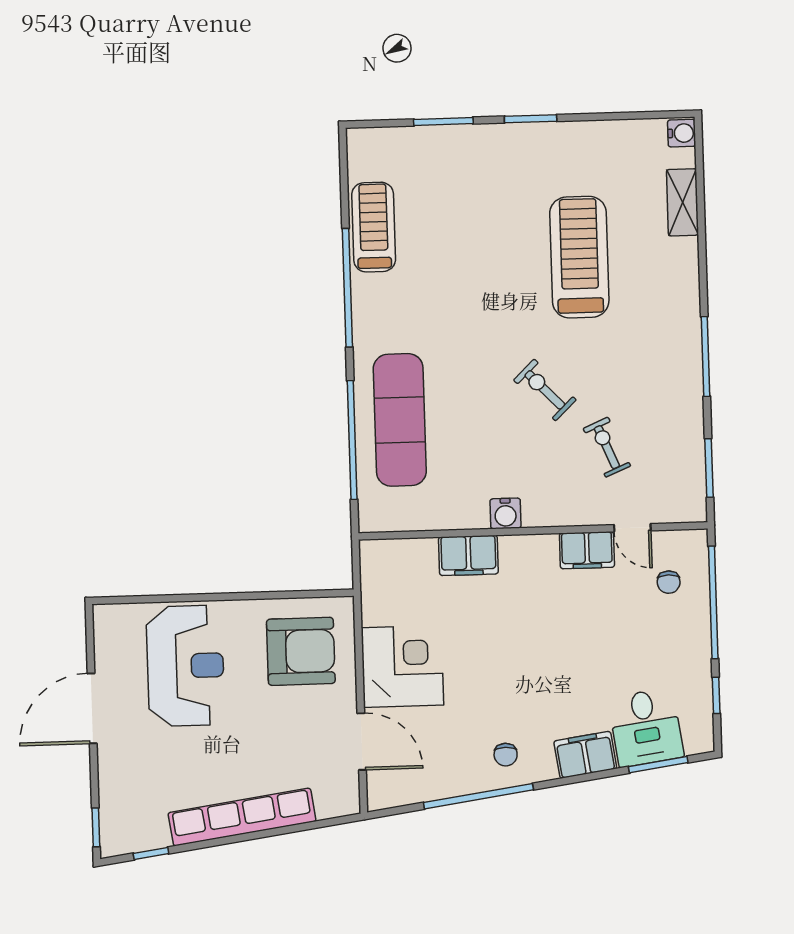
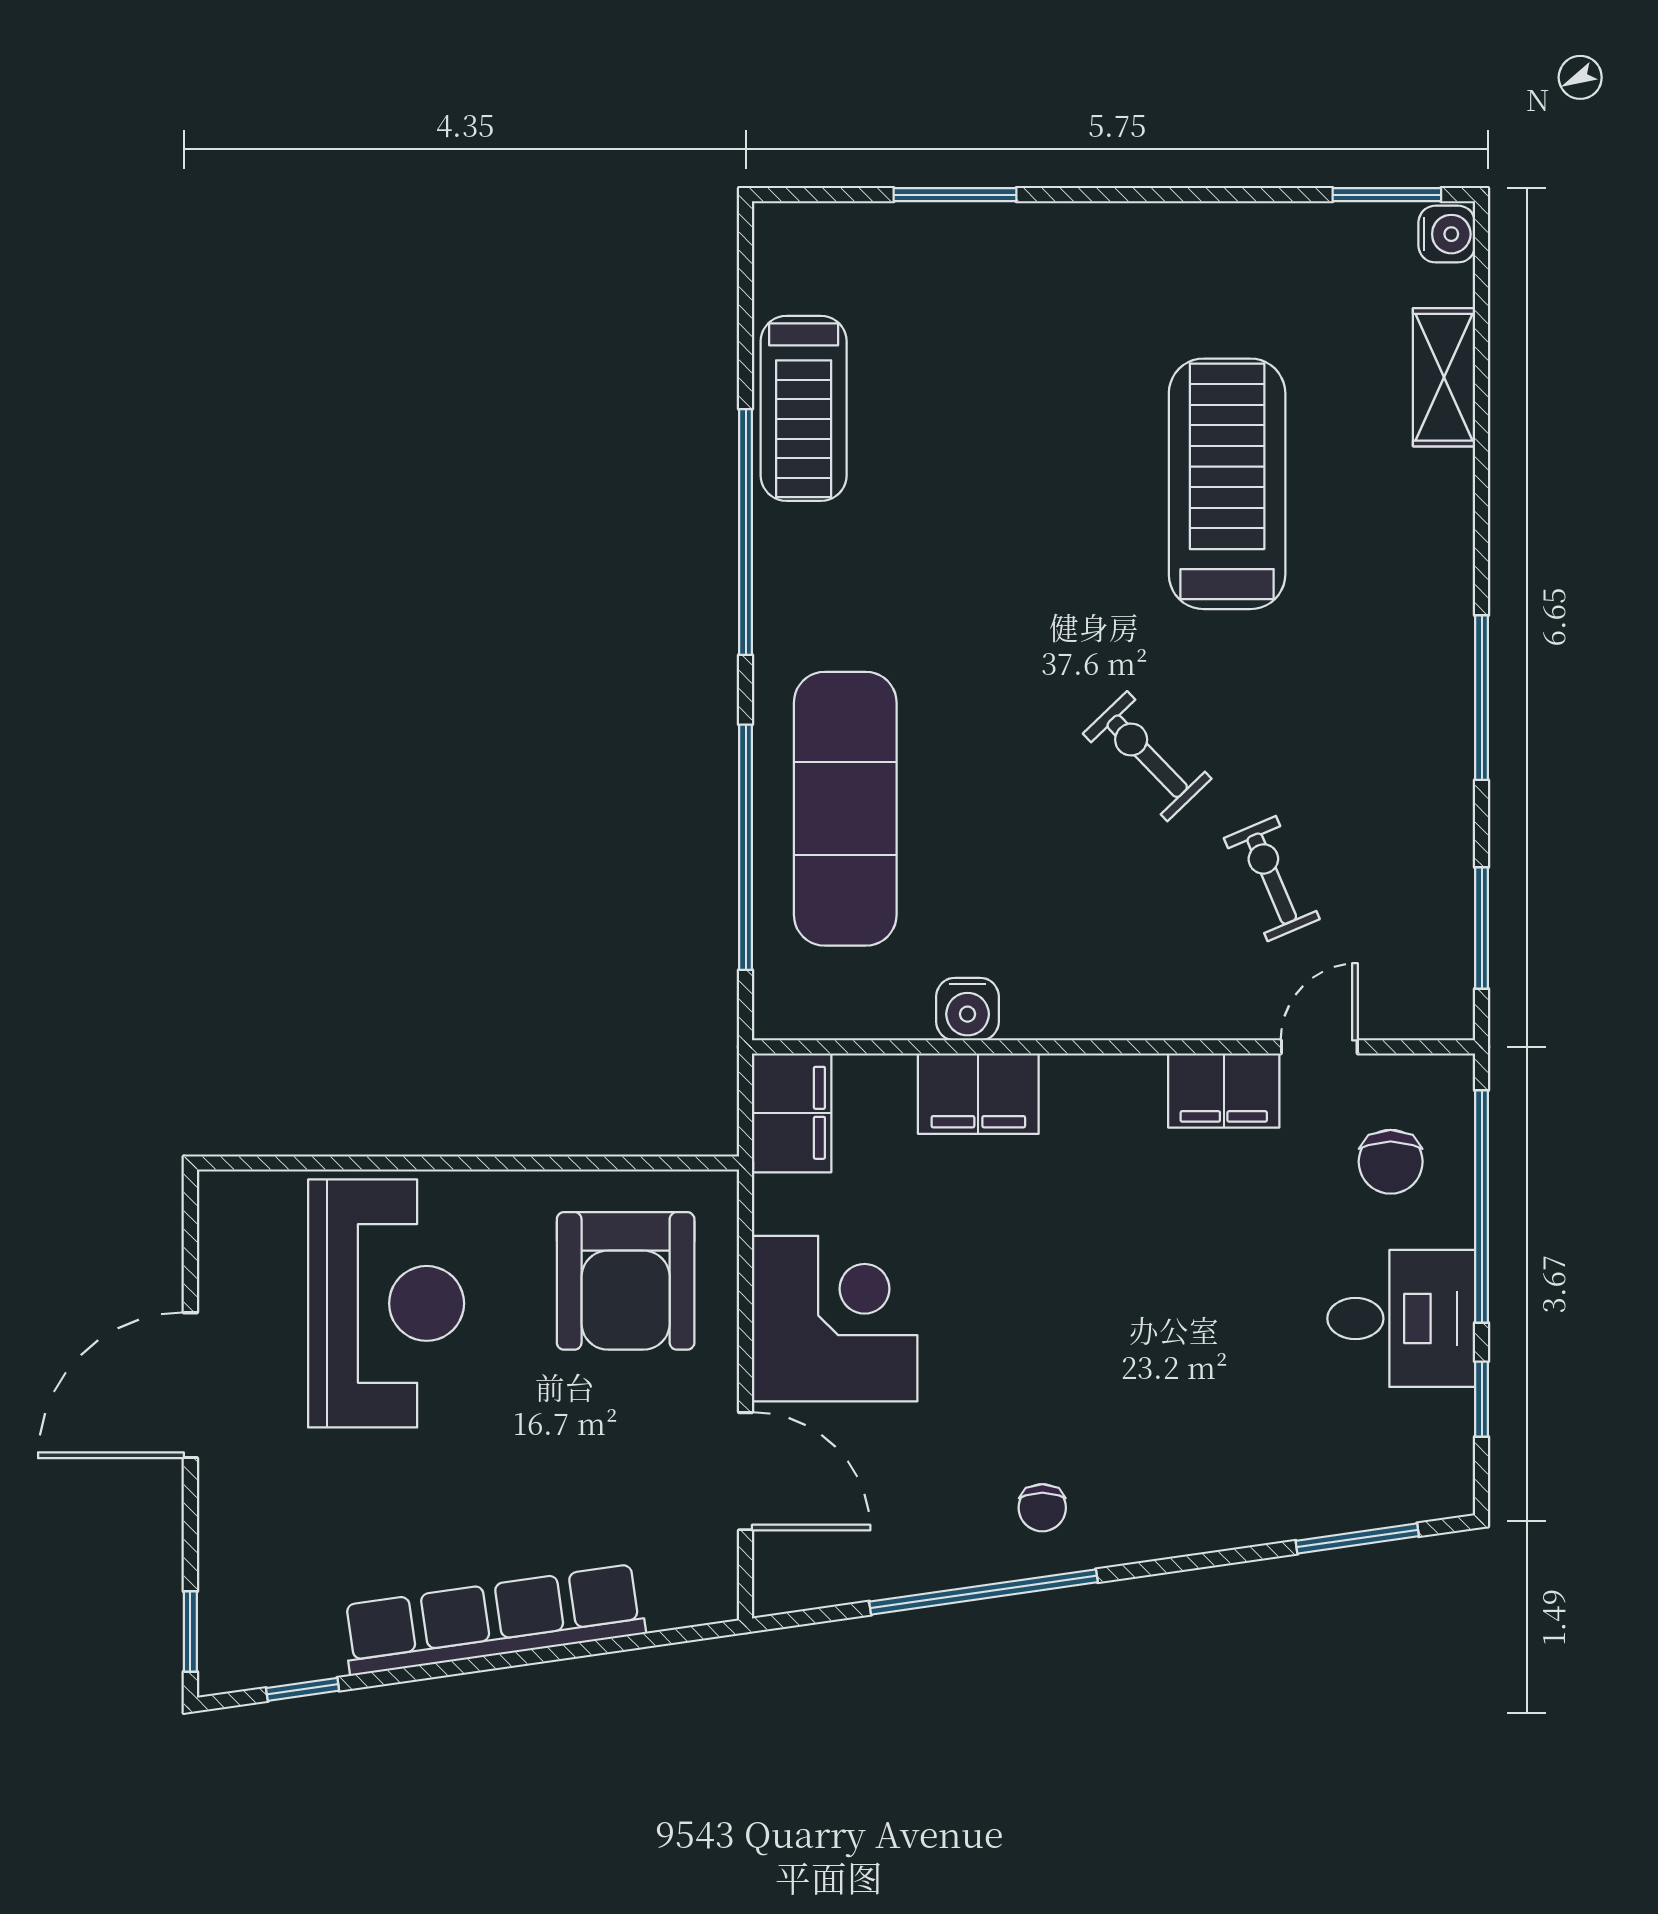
window: (531, 119) -> (1387, 195), moved
treadmill: (374, 227) -> (804, 408), turned 180
water cooler: (506, 513) -> (968, 1009), moved
door: (632, 528) -> (1319, 1047), swing flipped
chair: (669, 582) -> (1391, 1162), width x1.37, depth x1.37
armchair: (301, 651) -> (626, 1281), turned 90
desk: (646, 727) -> (1401, 1318), moved, turned -82
filing cabinet: (585, 755) -> (792, 1113), moved, turned 98

